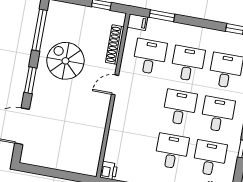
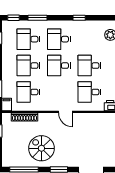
spiral stairs: (65, 61) -> (41, 148), turned 90
door: (115, 85) -> (65, 112), moved
desk: (210, 158) -> (89, 92), moved

